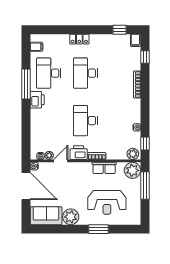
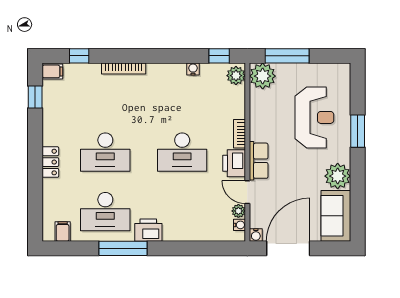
row of seats: (104, 168) -> (259, 161), moved

